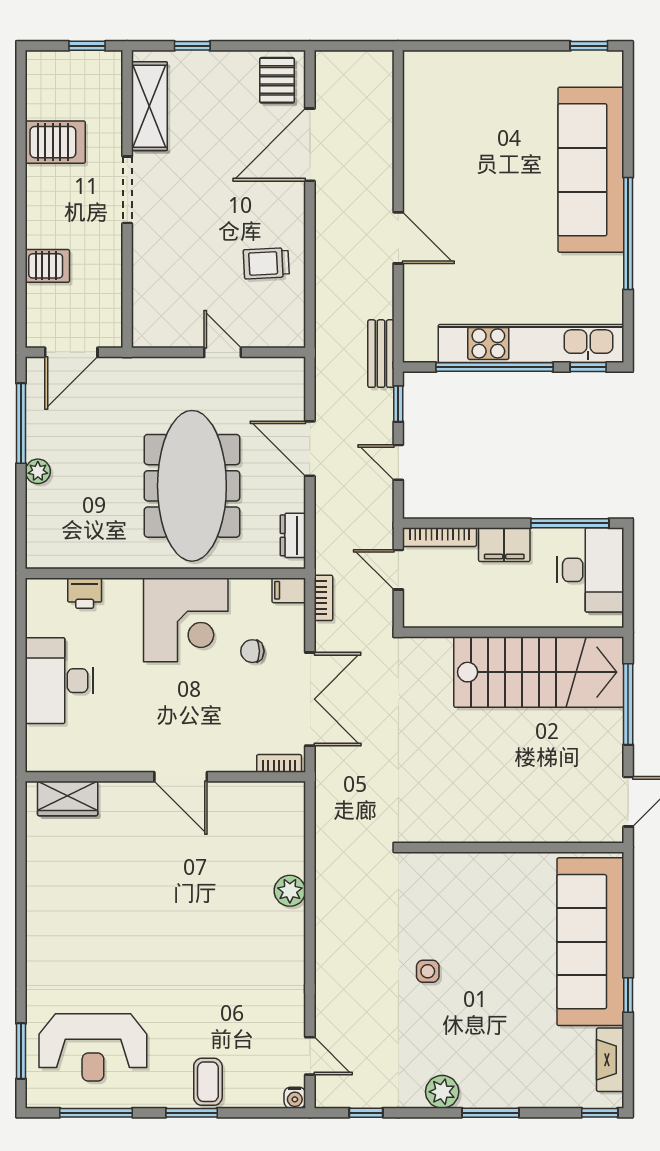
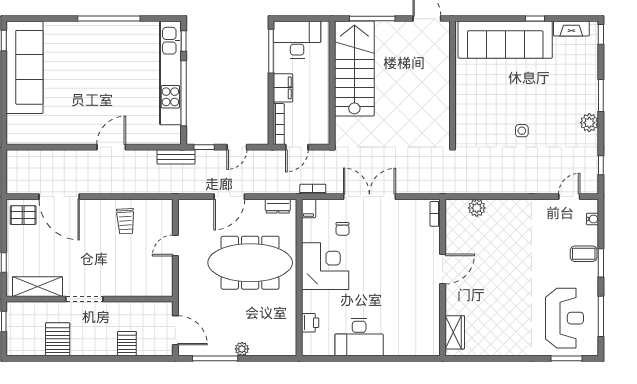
sofa: (591, 170) -> (25, 67), moved, turned -90
bookcase: (279, 763) -> (435, 214), moved
wall: (165, 777) -> (443, 278), moved
door: (181, 777) -> (443, 269), moved
wardrobe: (68, 798) -> (455, 332), moved
water cooler: (295, 1098) -> (593, 219), moved

